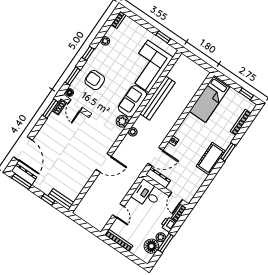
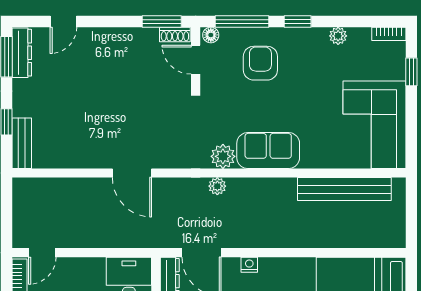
window: (163, 37) -> (411, 72), moved
corner sofa: (148, 66) -> (374, 125), moved, turned -90
window: (73, 76) -> (242, 22), width x1.44
bench: (158, 98) -> (344, 189), moved
door: (75, 105) -> (196, 60), hinge flipped
door: (23, 149) -> (63, 22), width x0.53
door: (118, 211) -> (42, 253), moved

